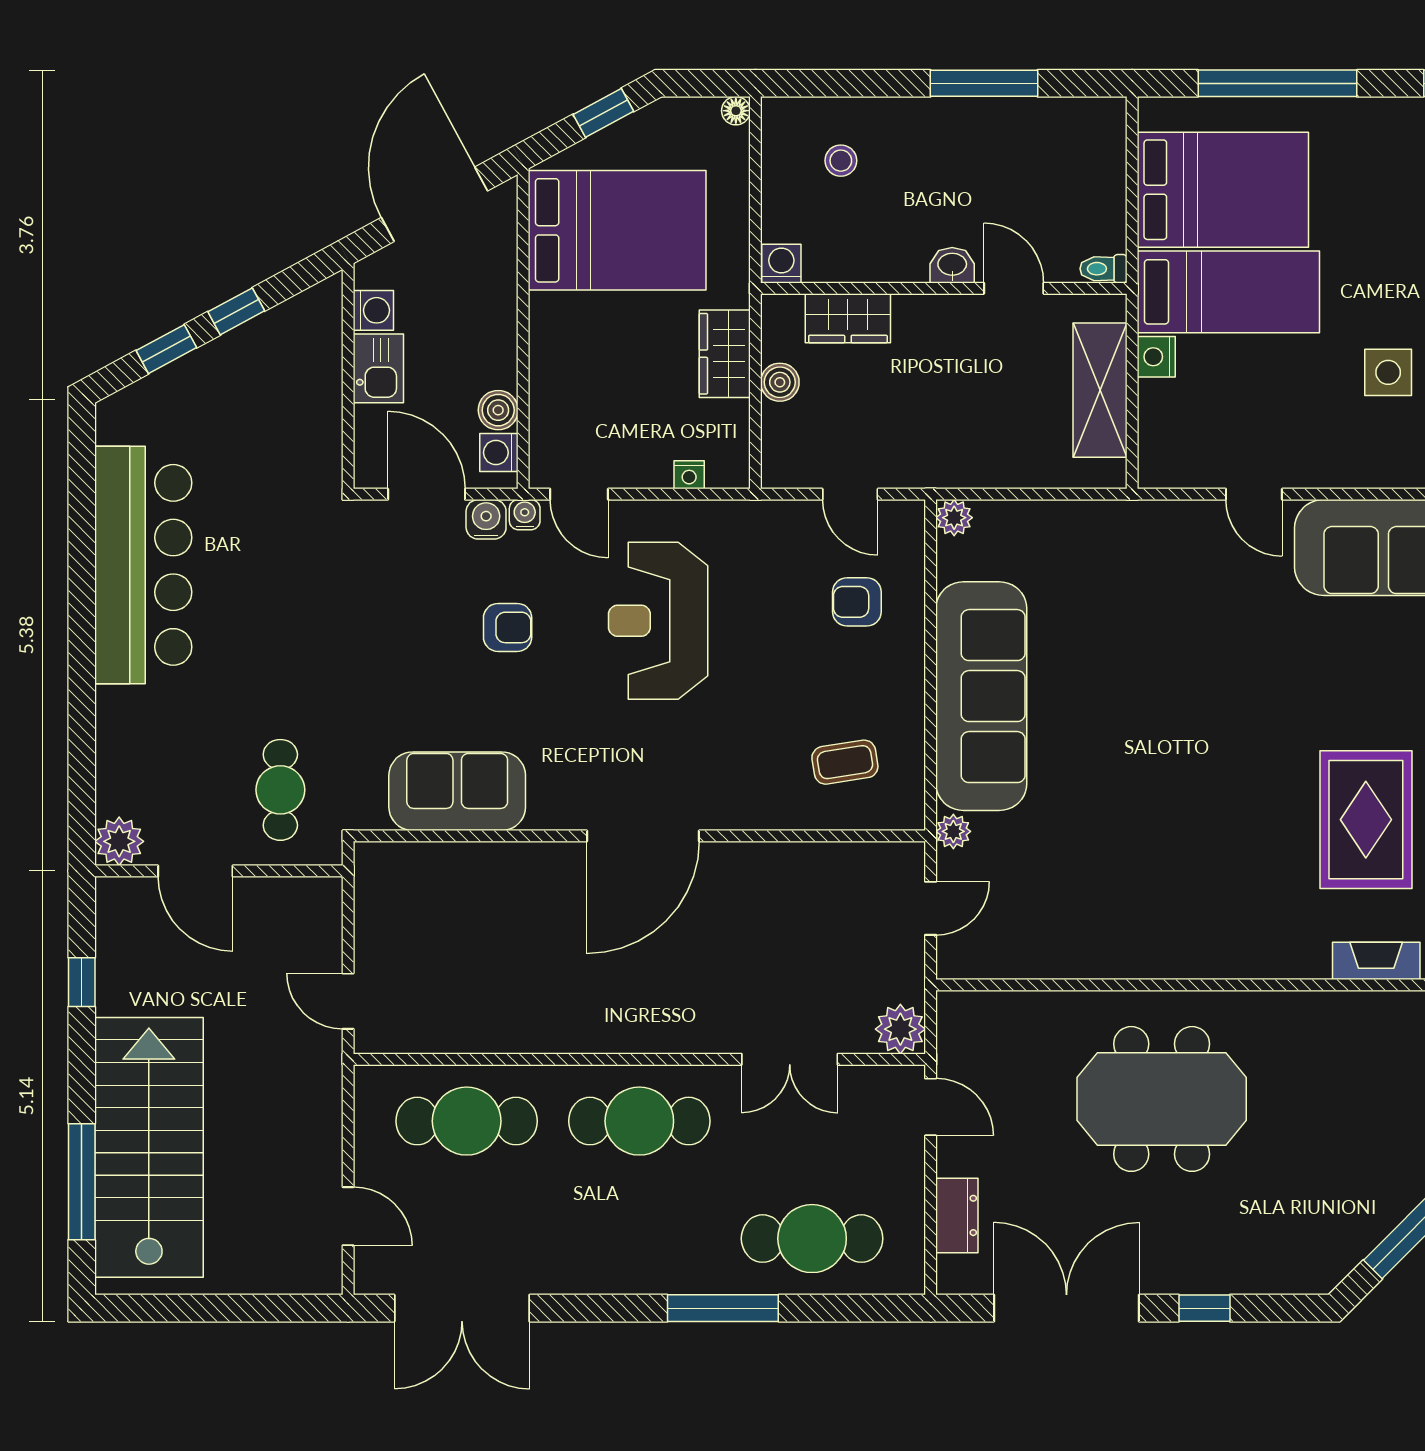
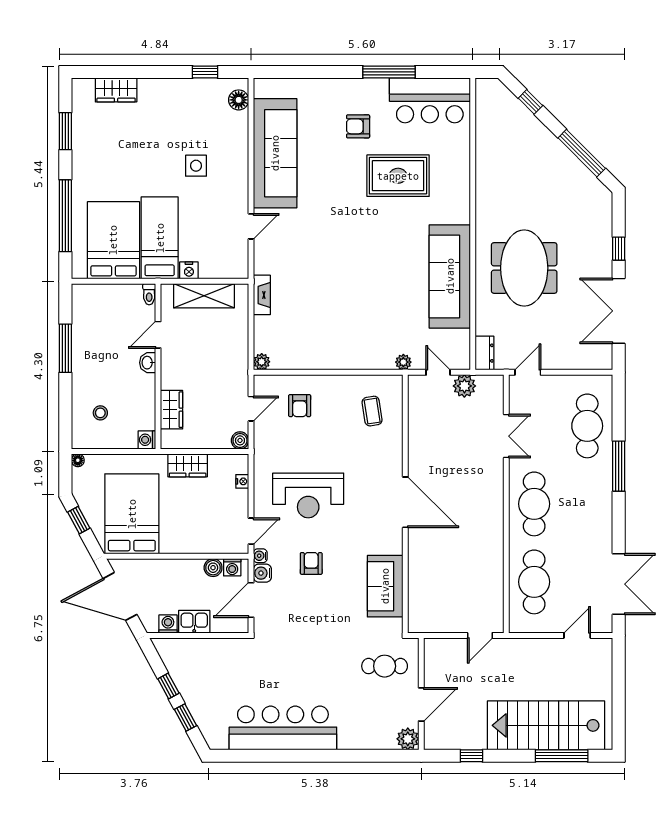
boiler: (780, 382) -> (240, 440), moved
sofa: (981, 696) -> (450, 276), moved, turned -90
fireplace: (1376, 961) -> (262, 295), moved, turned 180
plant: (900, 1029) -> (464, 386), moved
dresser: (957, 1215) -> (484, 353), moved, turned 90

